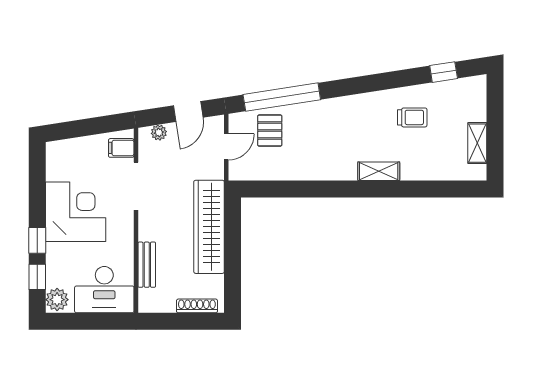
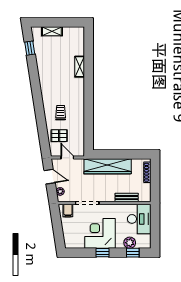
window: (282, 97) -> (42, 130), removed
trolley: (412, 117) -> (61, 113), moved
shelving: (477, 143) -> (52, 31), moved
shelving: (379, 171) -> (80, 67), moved
window: (37, 240) -> (102, 253), moved
plant: (57, 300) -> (130, 243), moved

